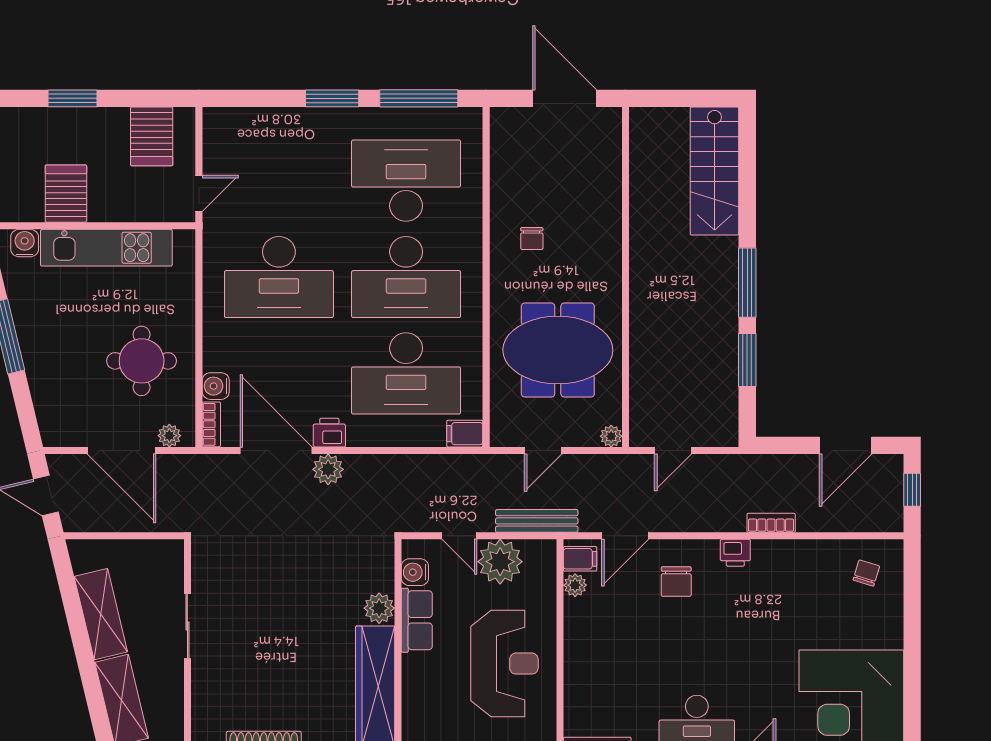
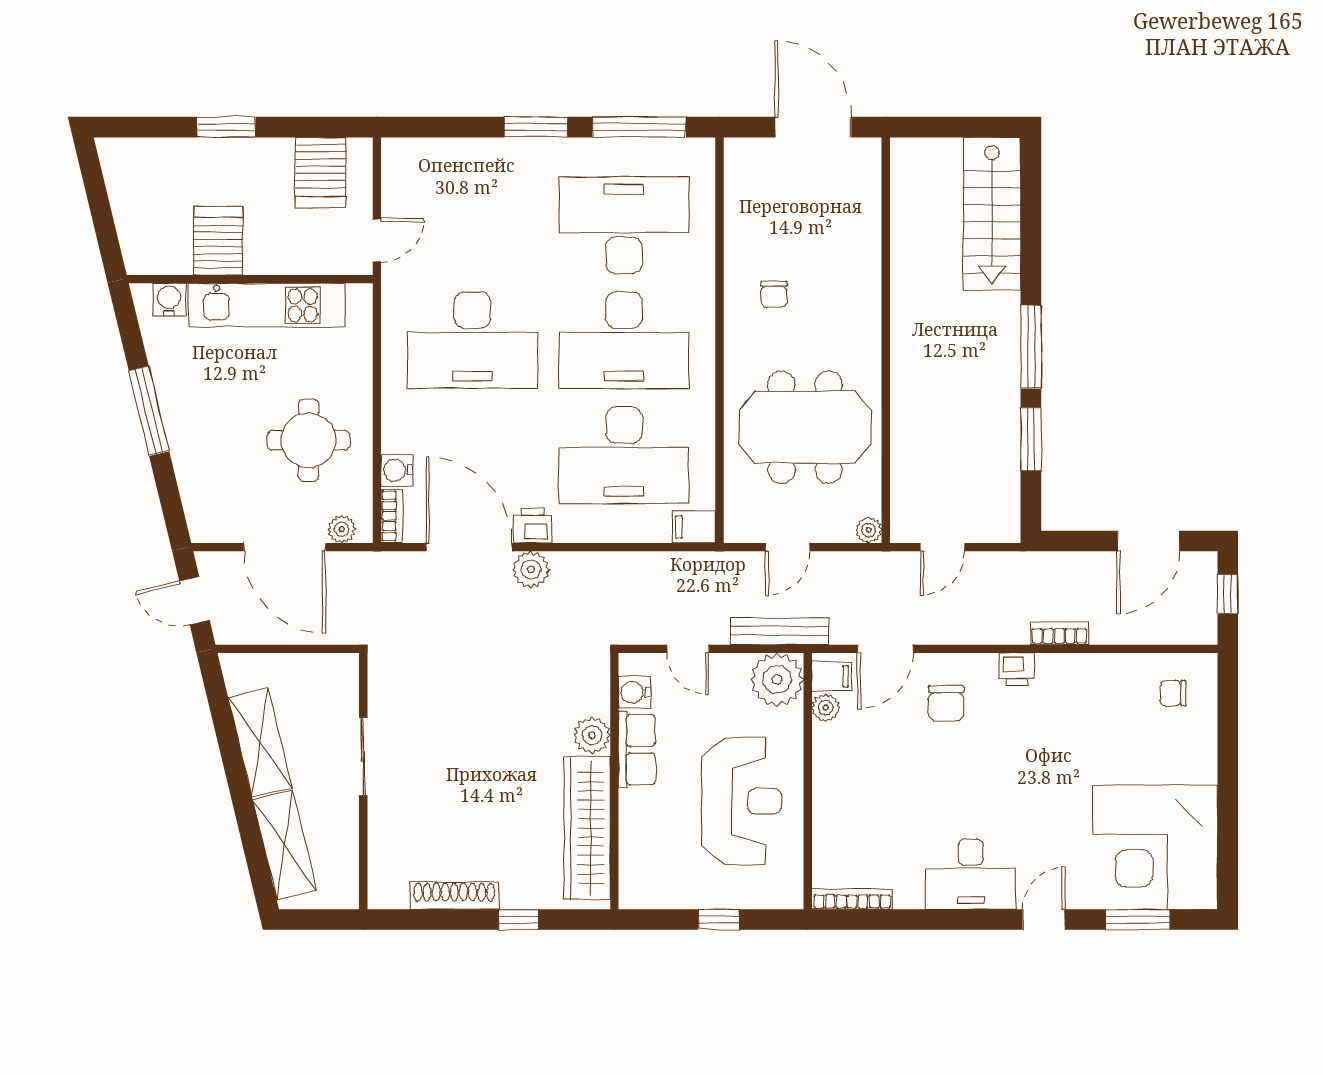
plant: (500, 562) -> (777, 680), moved
chair: (866, 573) -> (1173, 693), turned -107

